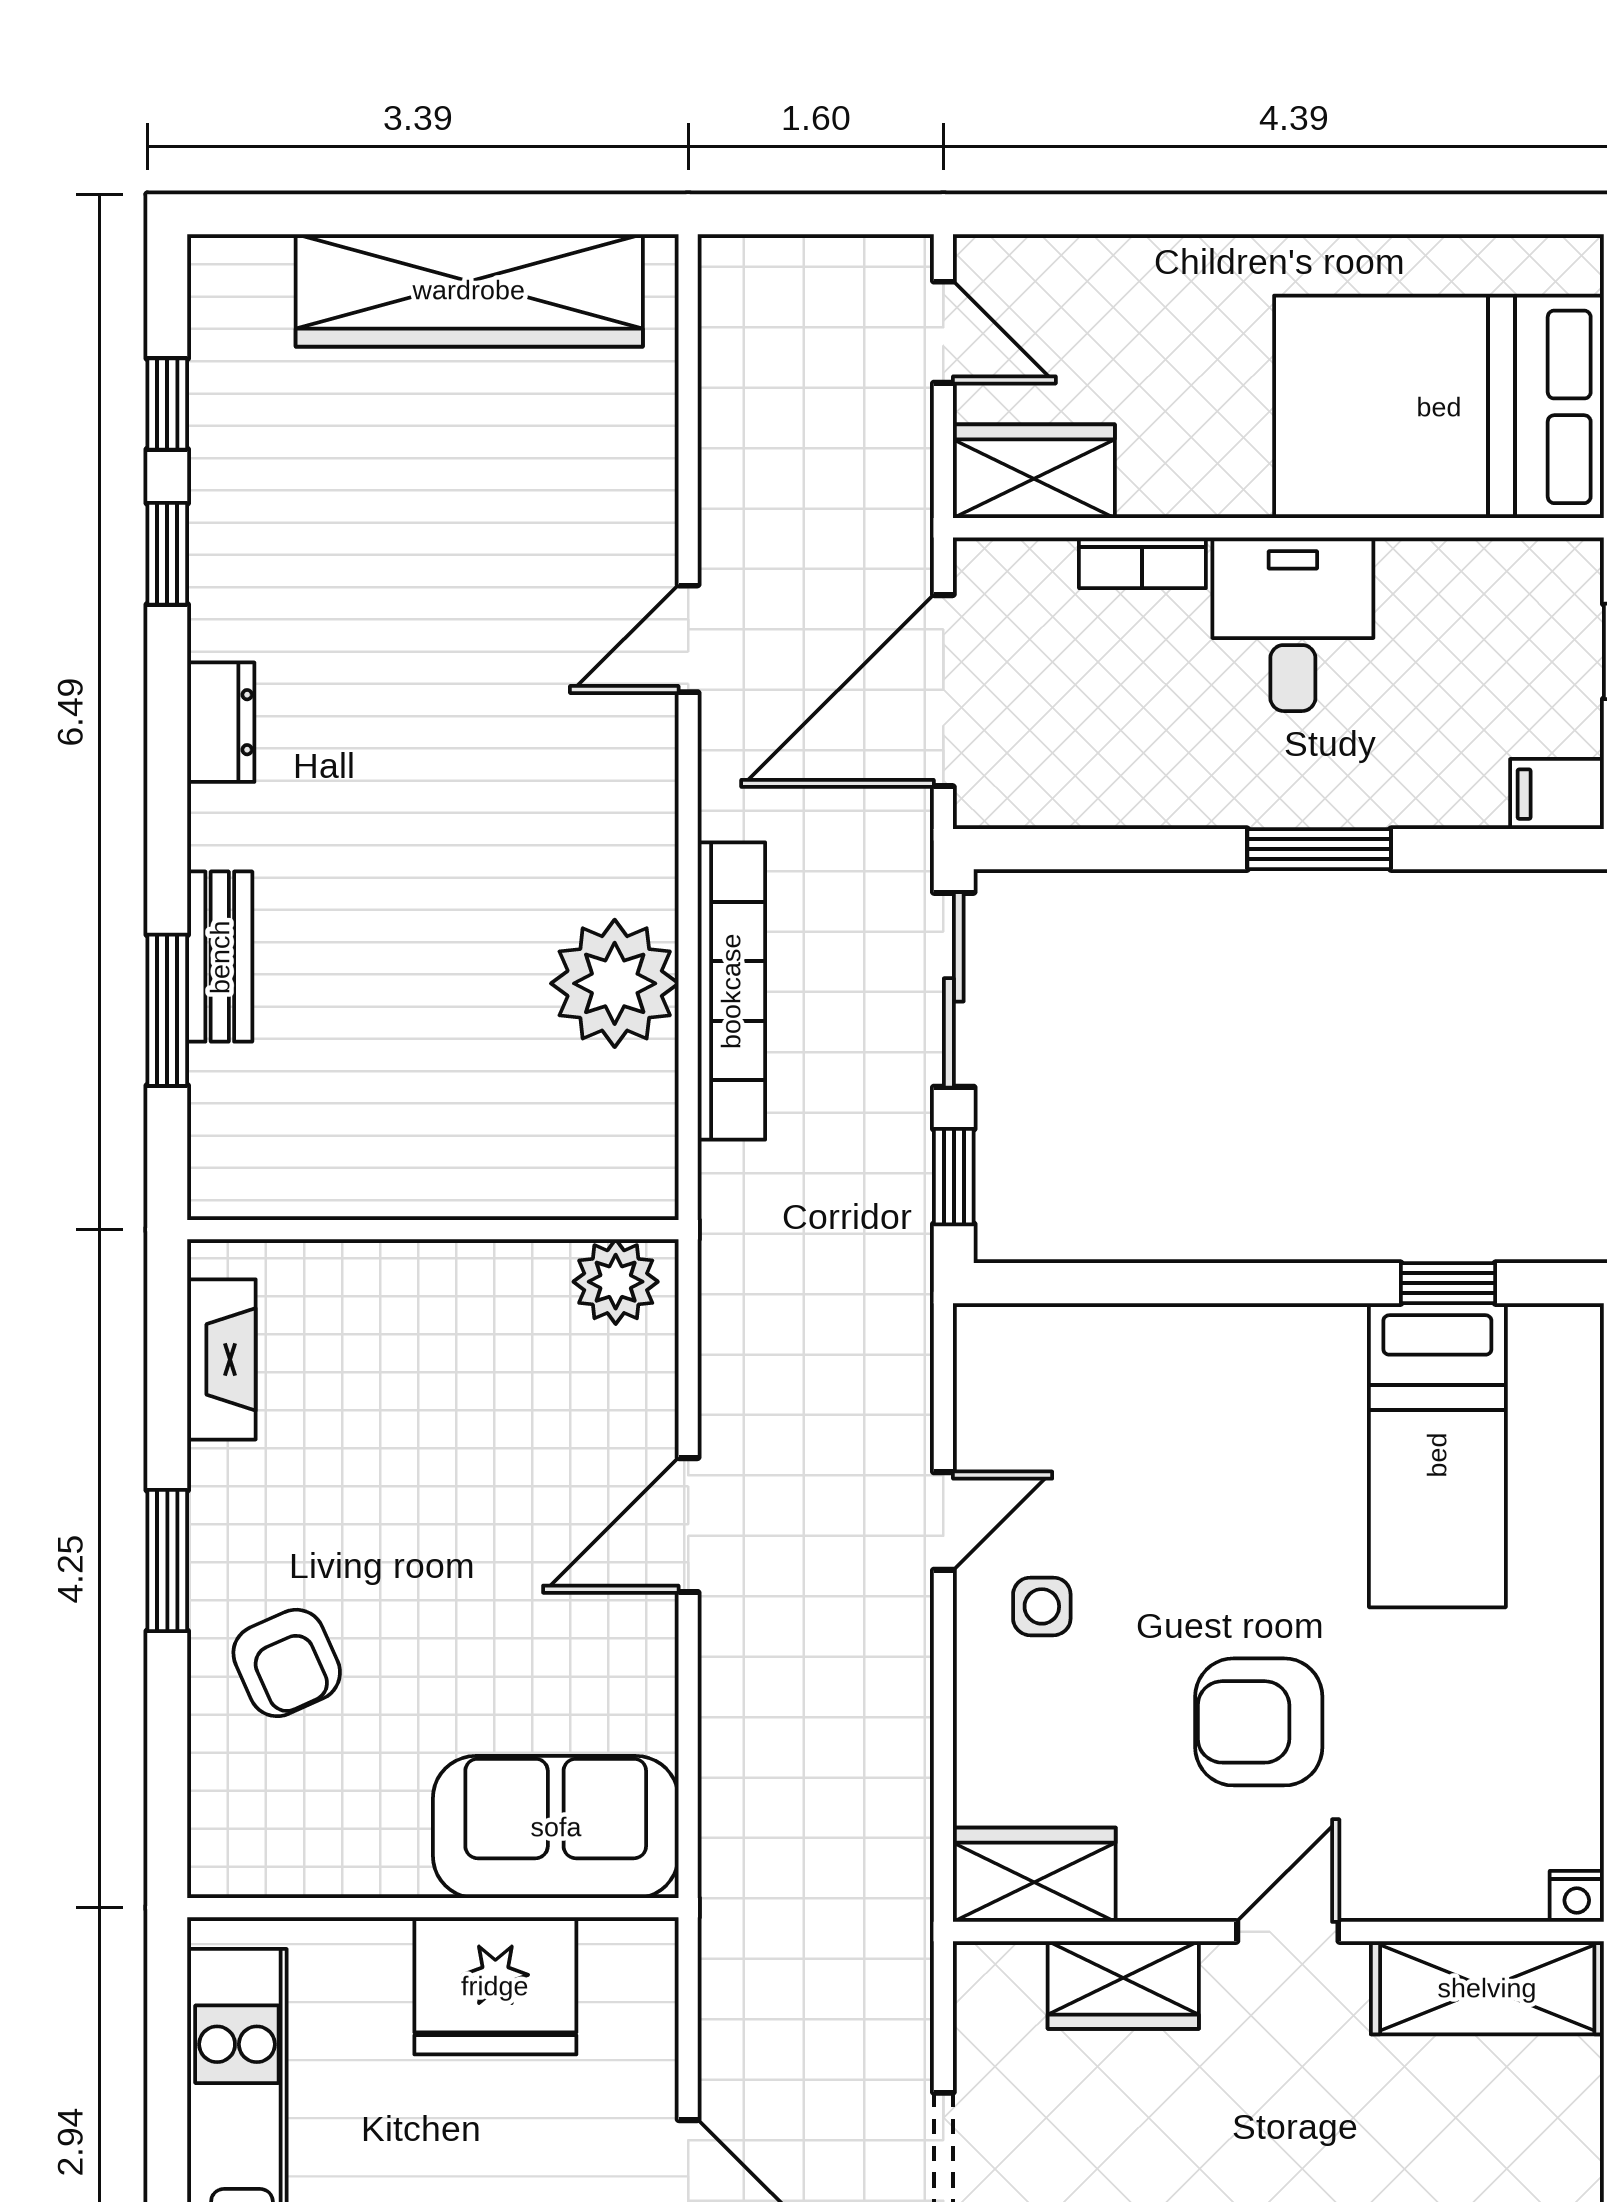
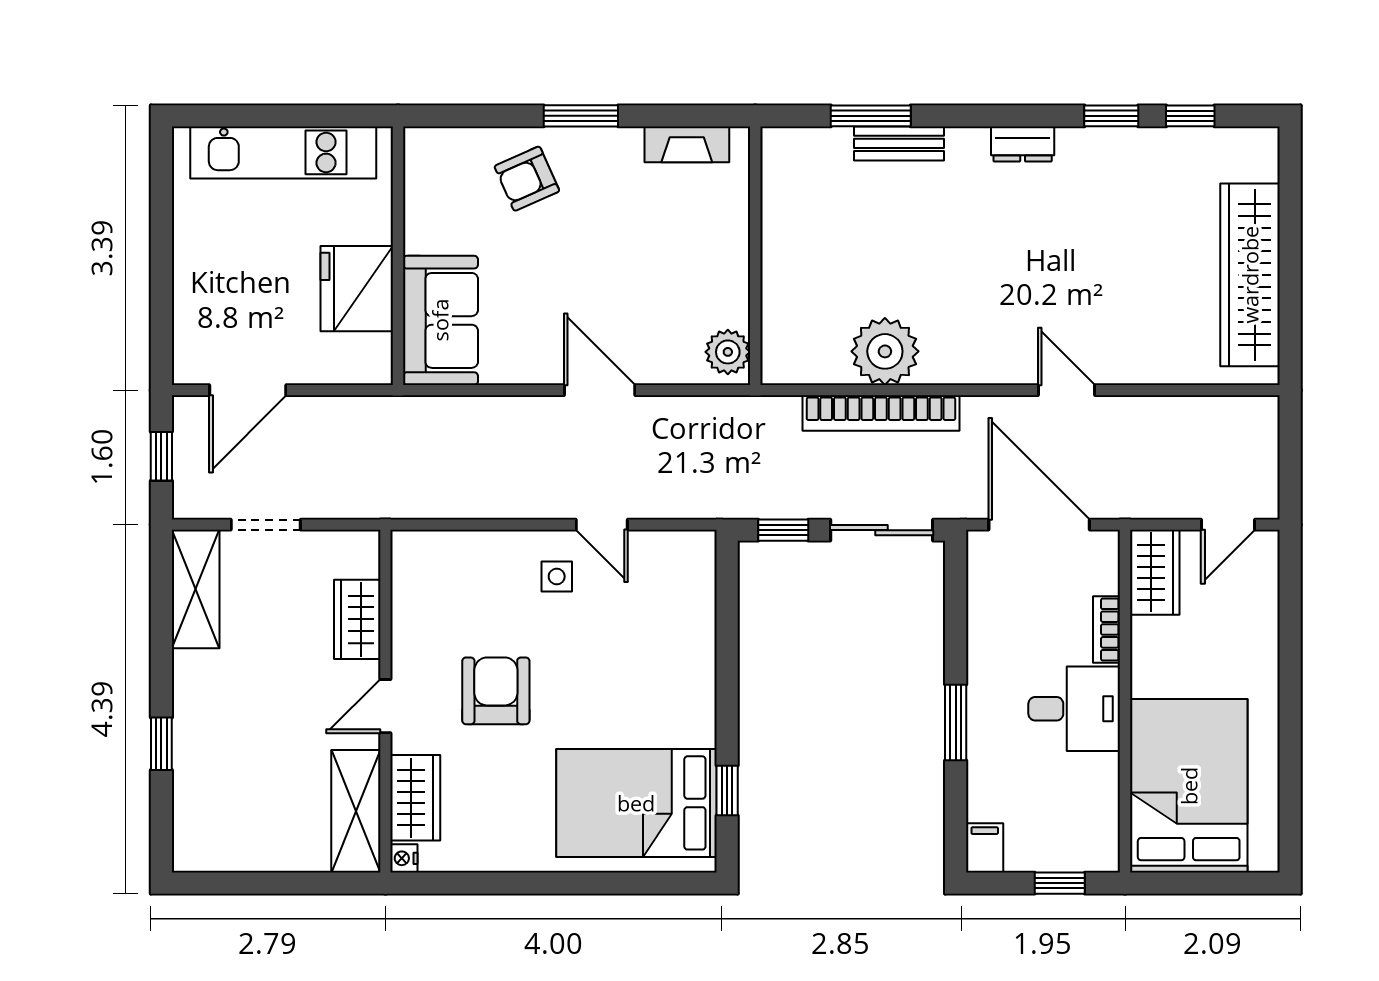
bed: (1437, 1455) -> (636, 803), width x1.50
wardrobe: (1034, 1875) -> (415, 798), moved
door: (1288, 1932) -> (385, 706), swing flipped

